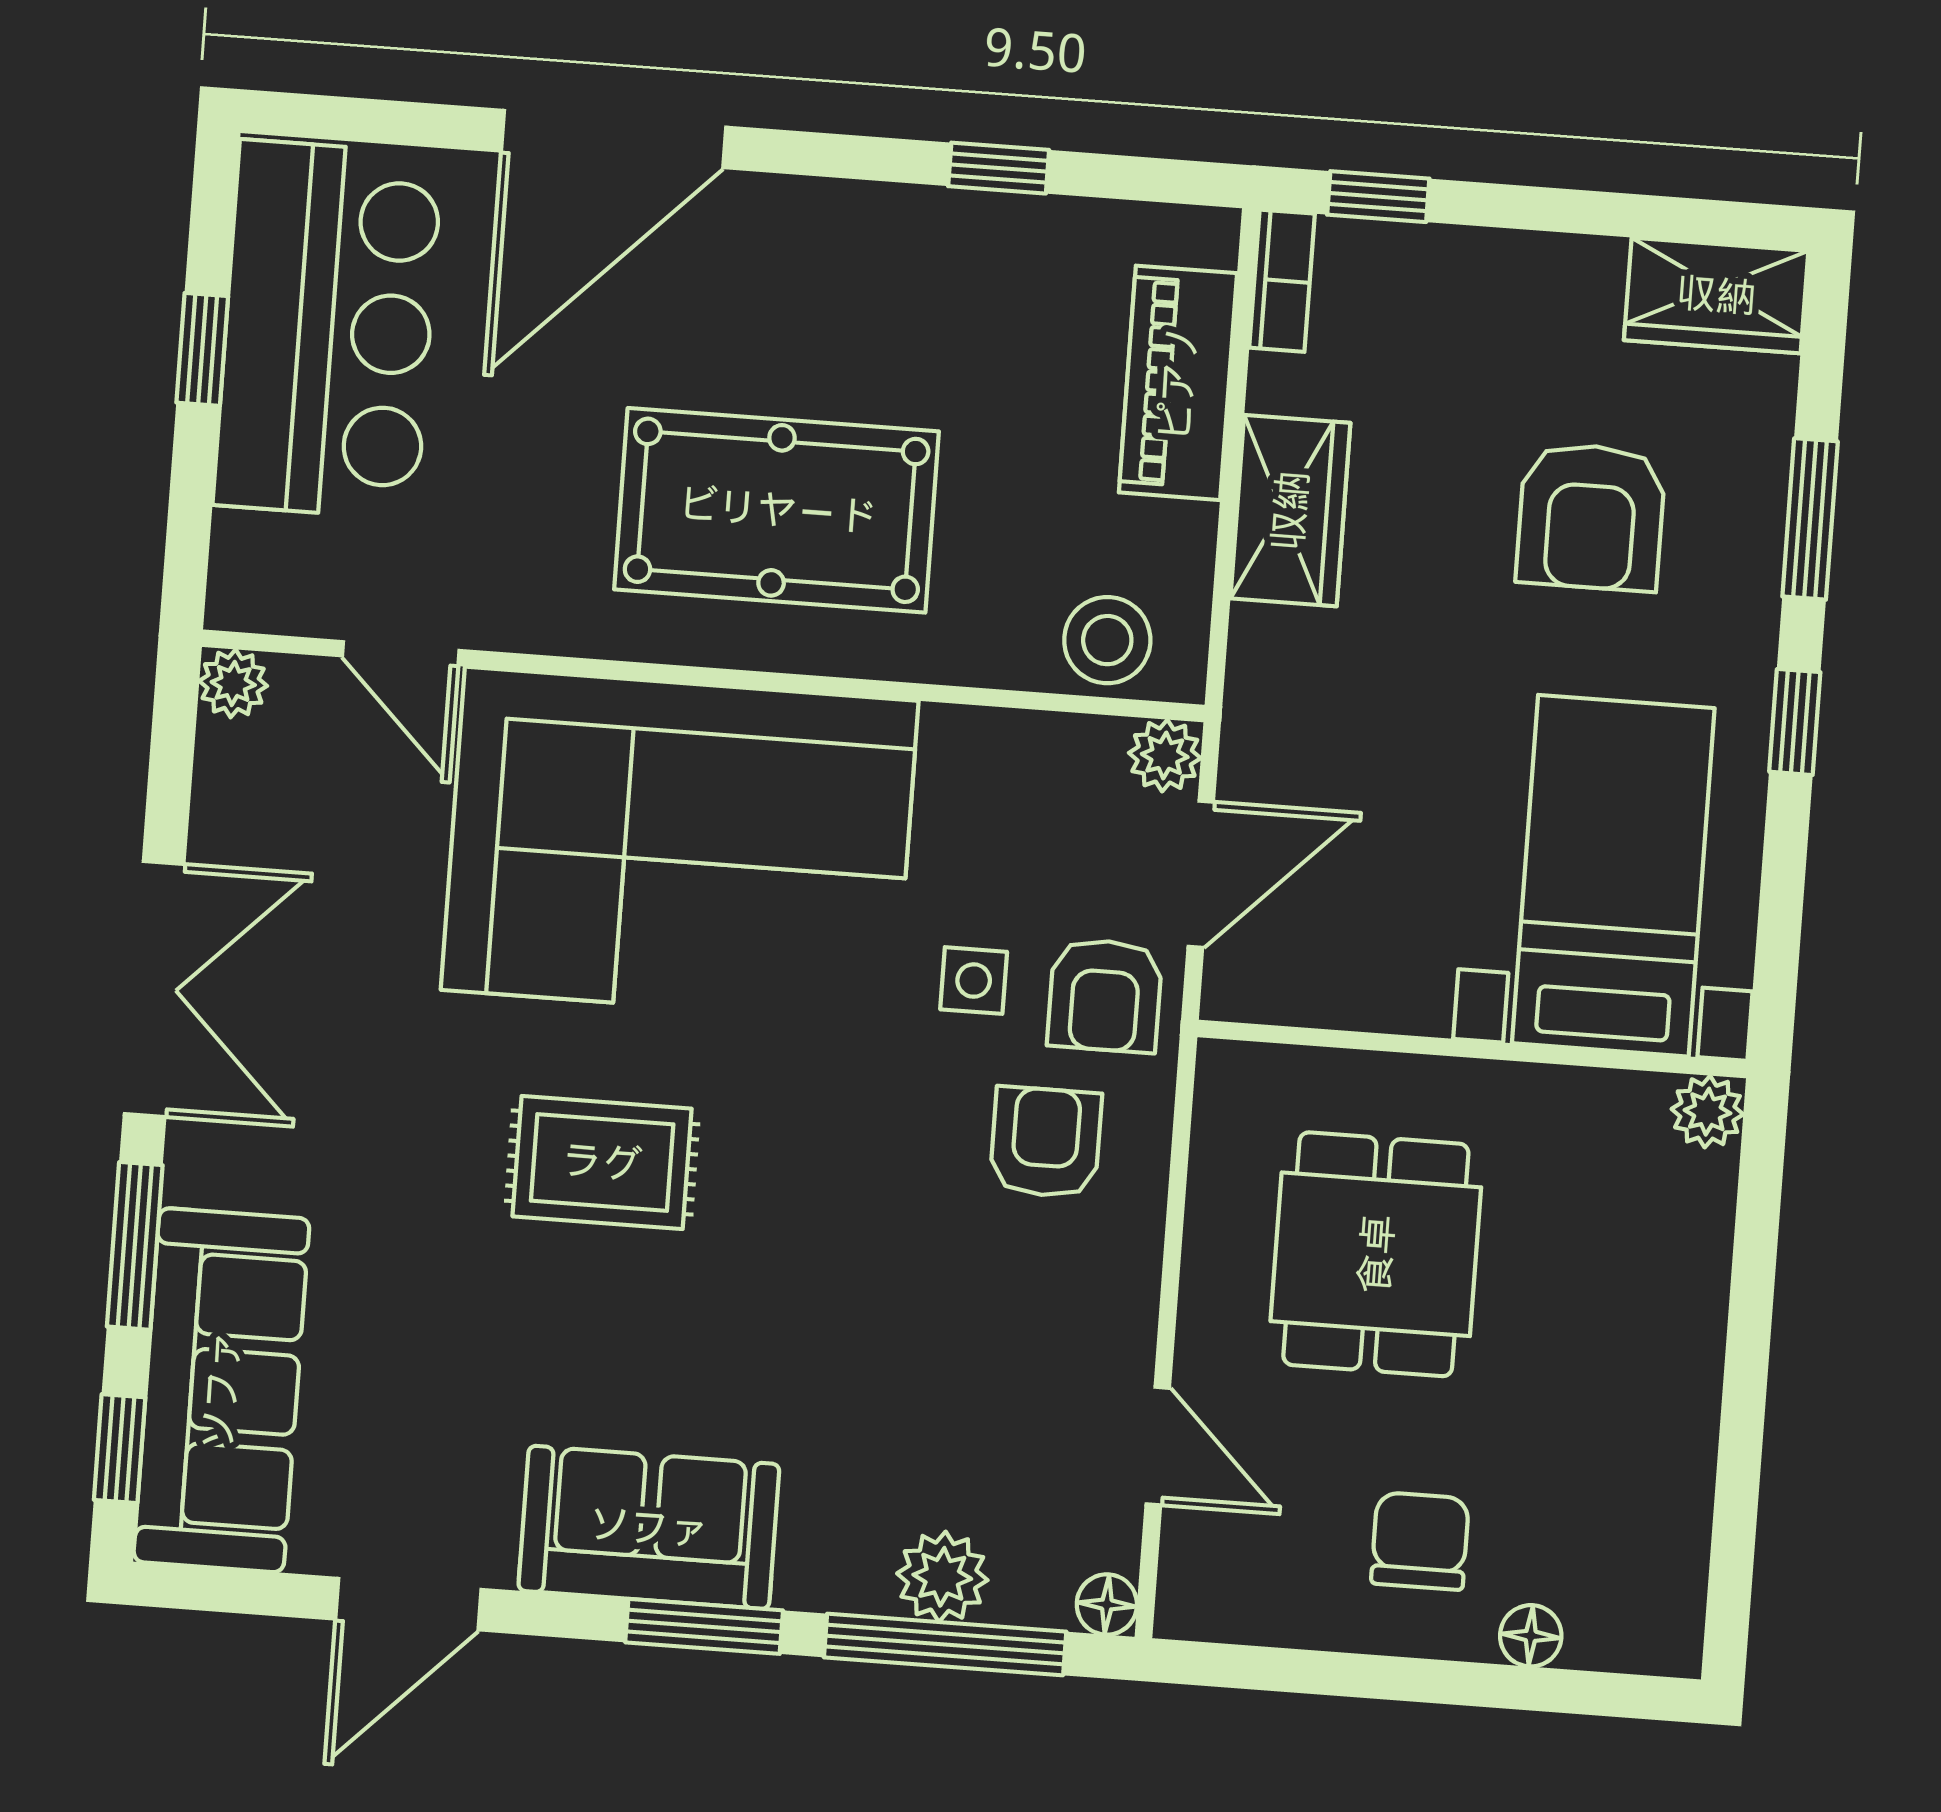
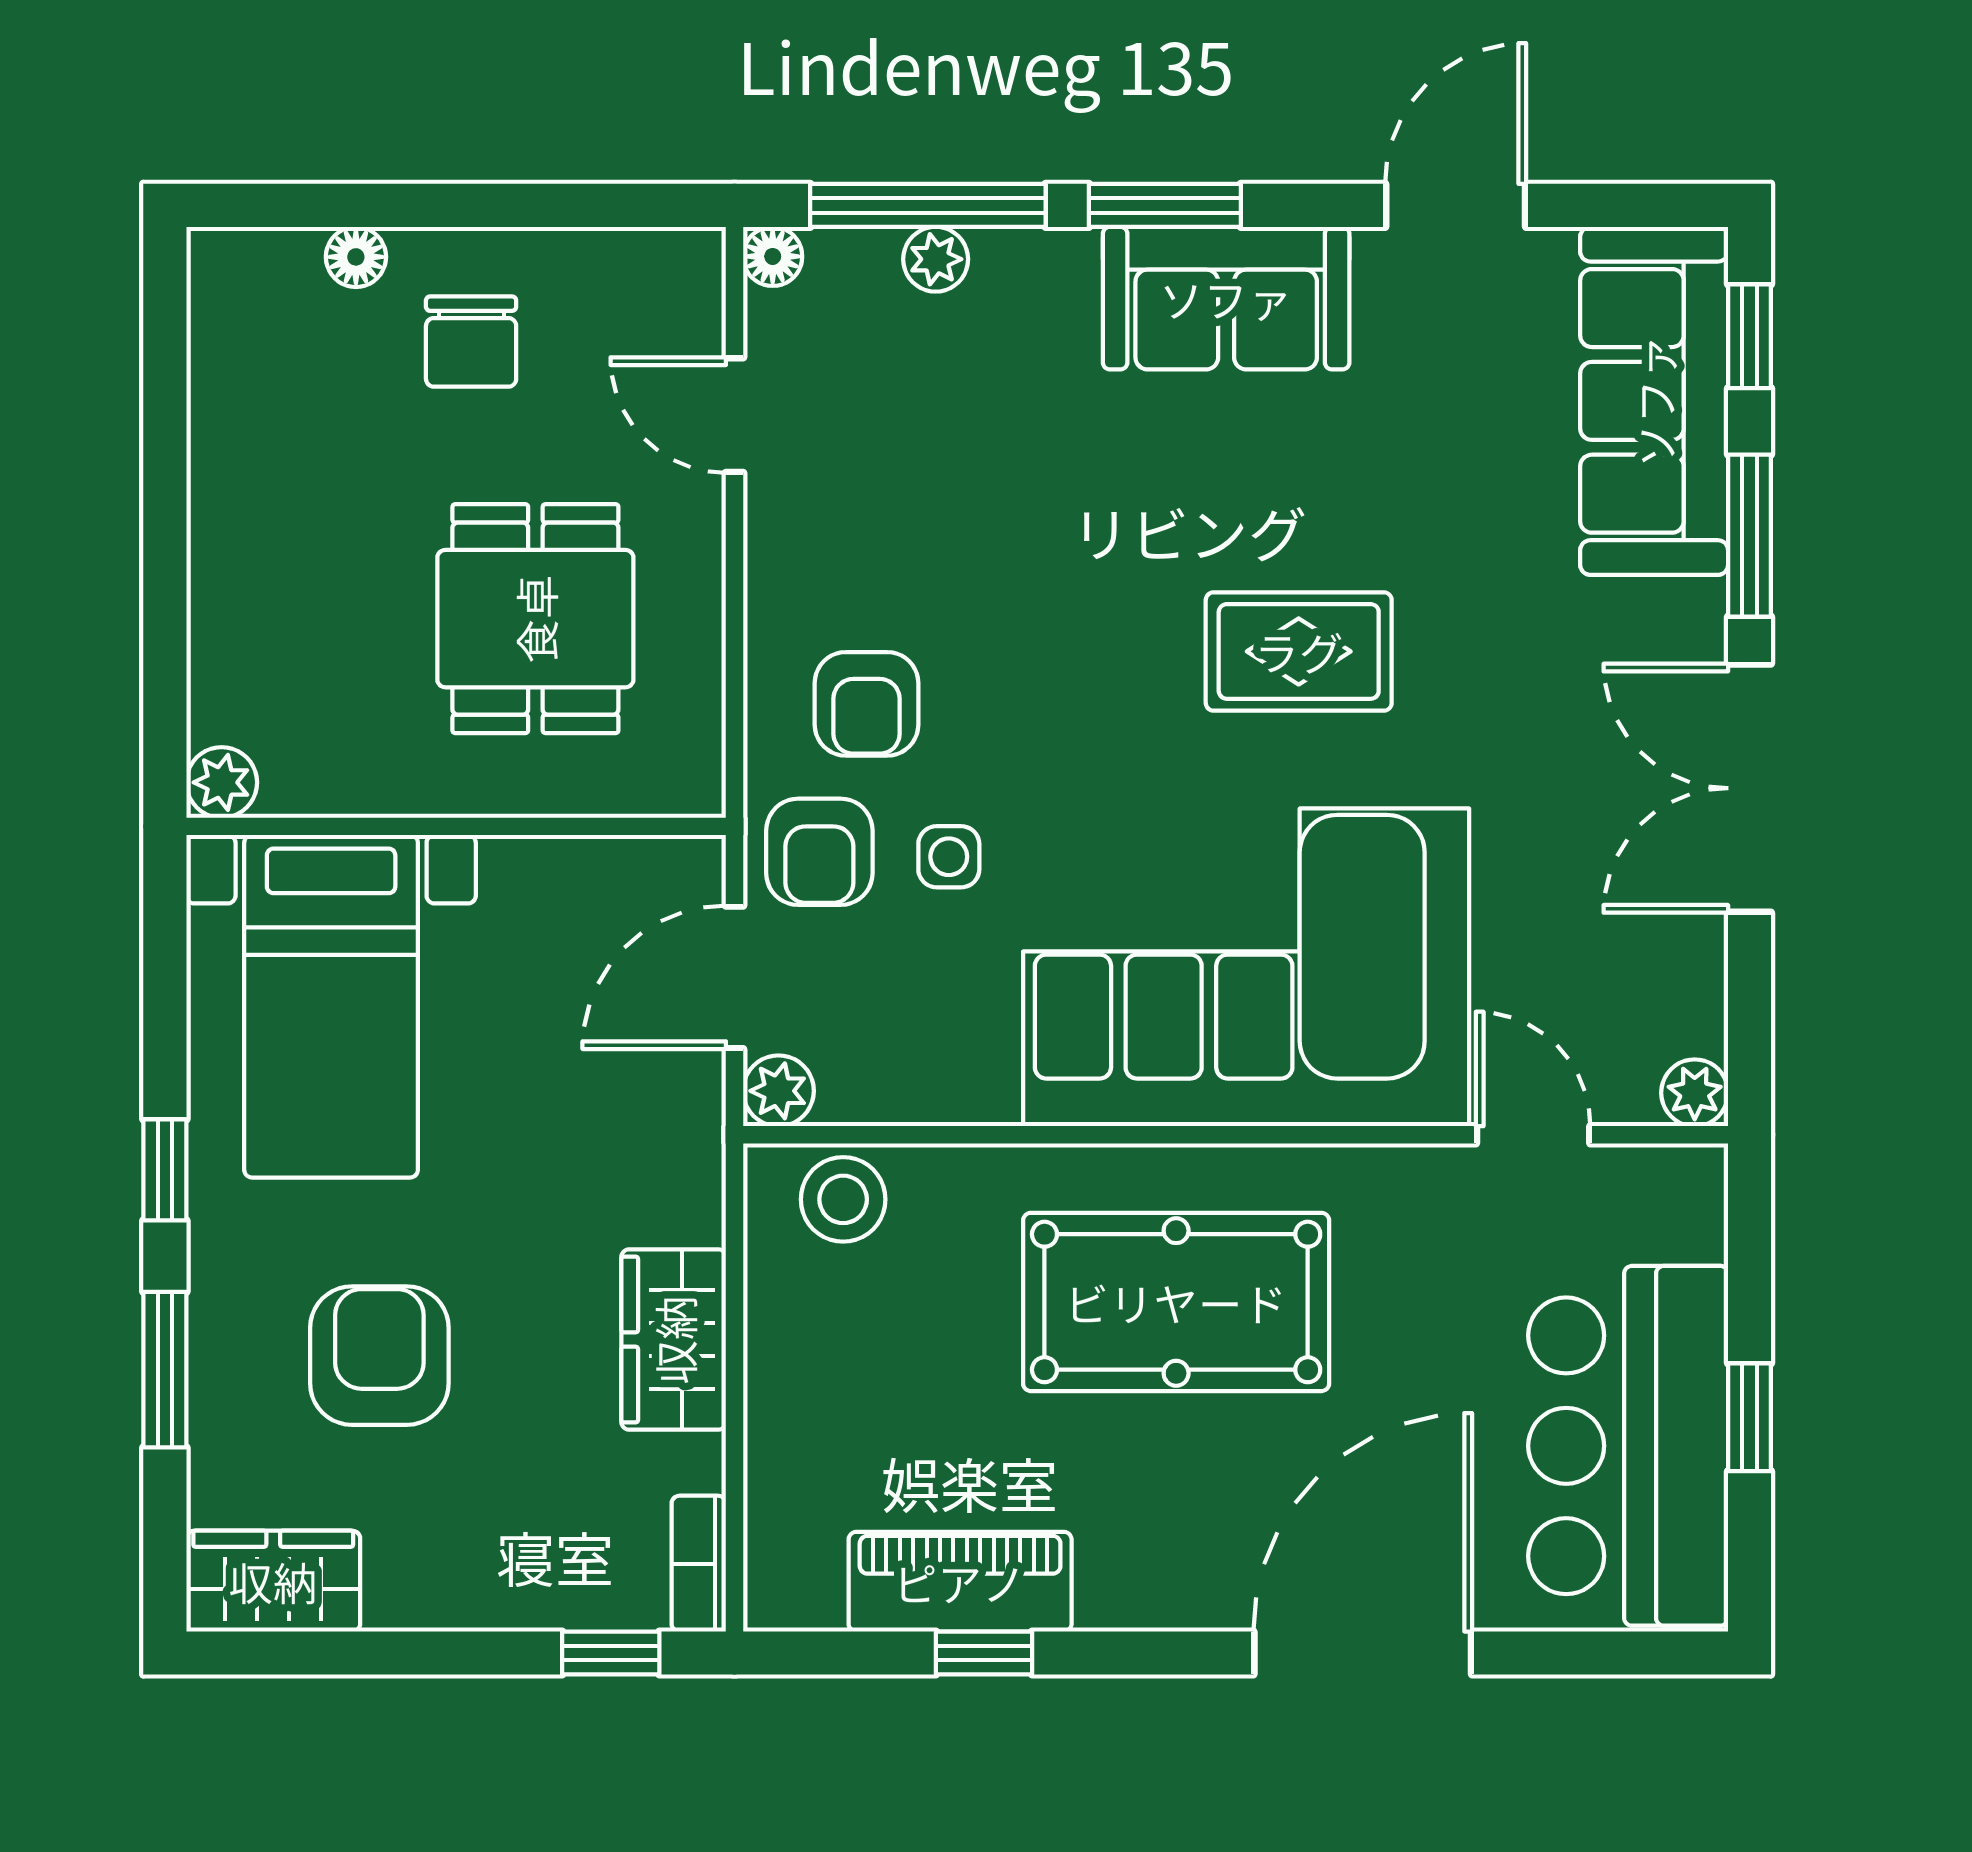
piano: (1178, 383) -> (960, 1582), moved, turned -90
armchair: (1105, 995) -> (819, 852), turned 180
plant: (942, 1577) -> (936, 259), width x0.73, depth x0.73

